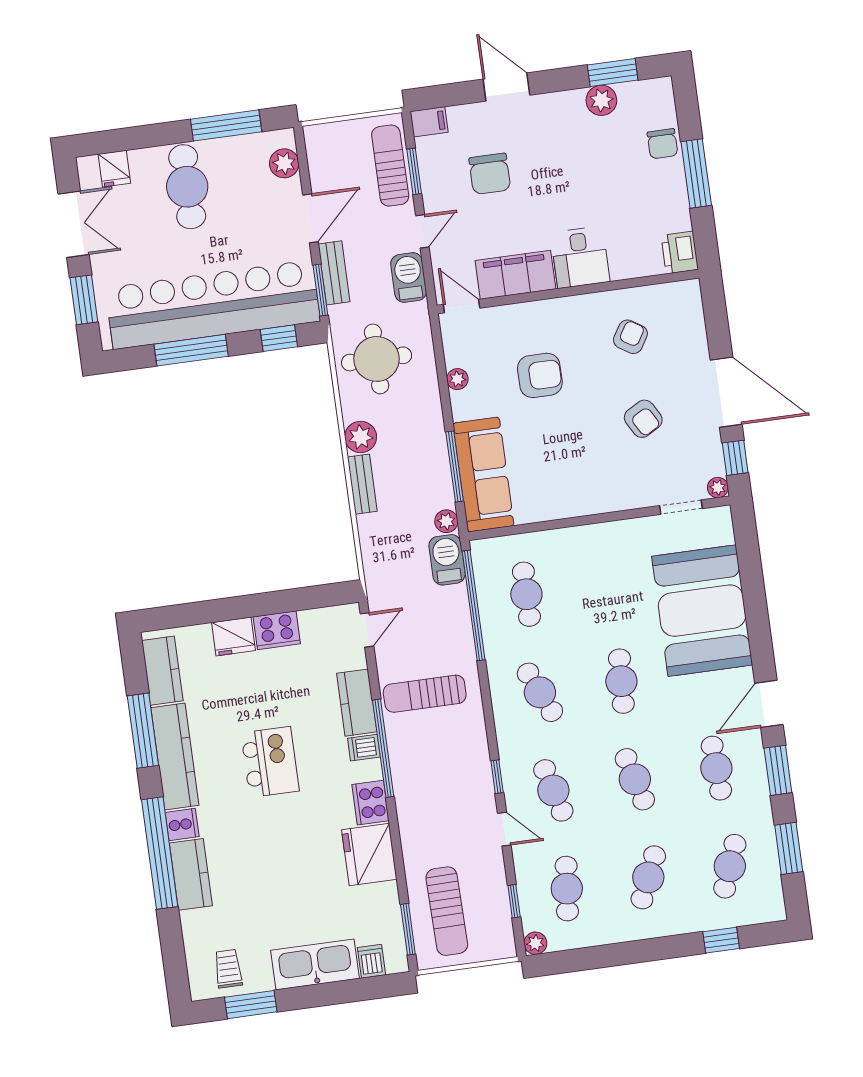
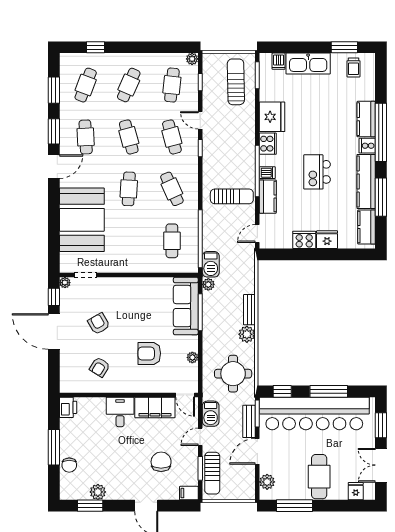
chair: (662, 144) -> (69, 465), turned 180

